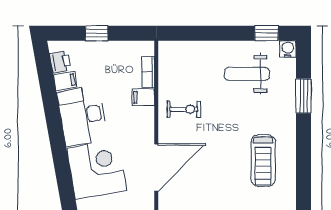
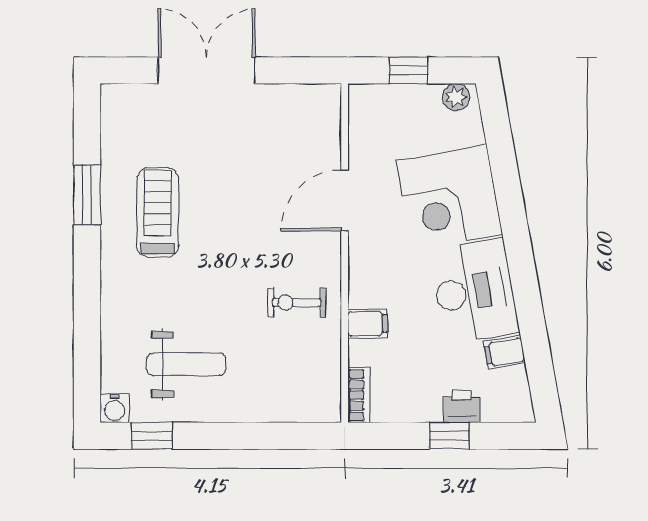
printer: (60, 62) -> (462, 407), moved, turned 100
bookcase: (148, 72) -> (359, 395), moved
window: (304, 96) -> (87, 195), moved
door: (156, 167) -> (345, 201), width x0.73

